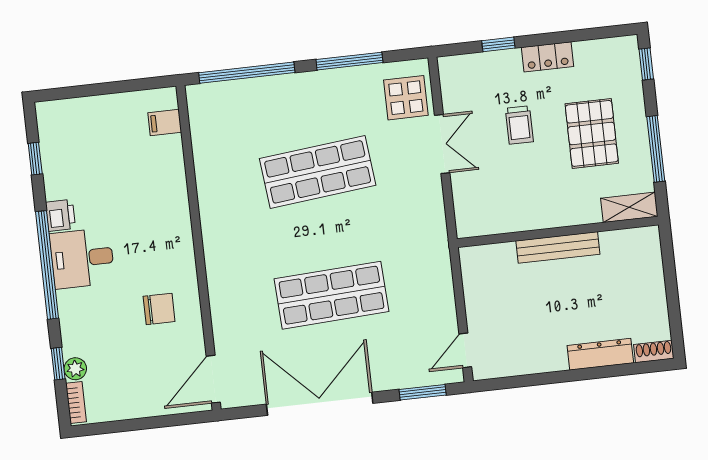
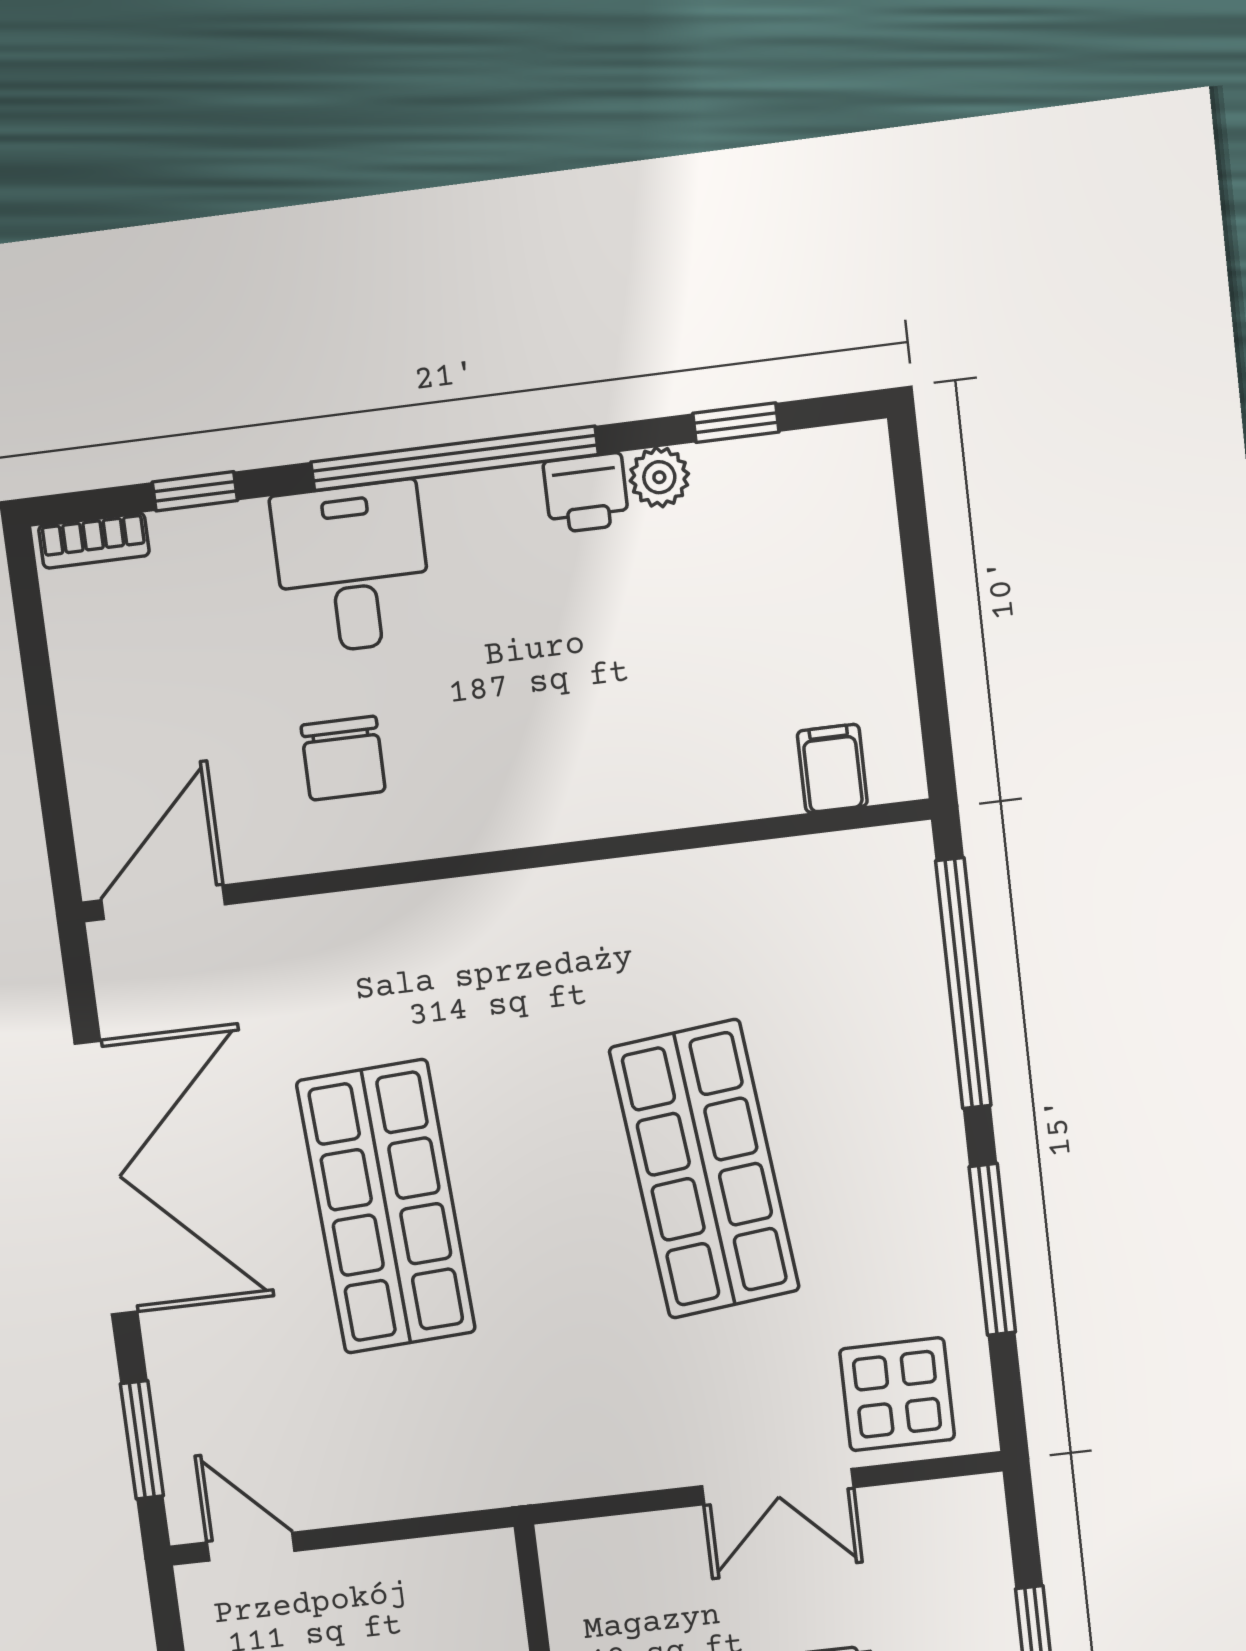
desk: (82, 258) -> (352, 568), moved
plant: (75, 369) -> (659, 477), moved
door: (213, 379) -> (163, 902), hinge flipped

